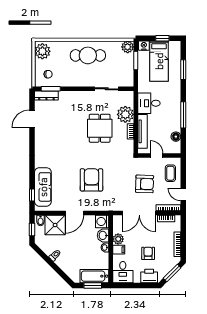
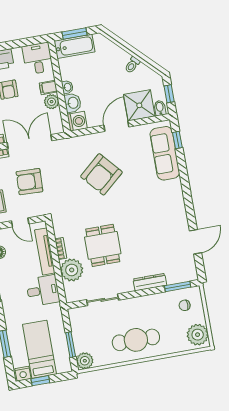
nightstand: (144, 46) -> (23, 374), moved
dresser: (46, 96) -> (150, 282), moved
armchair: (91, 180) -> (101, 174), turned 49

